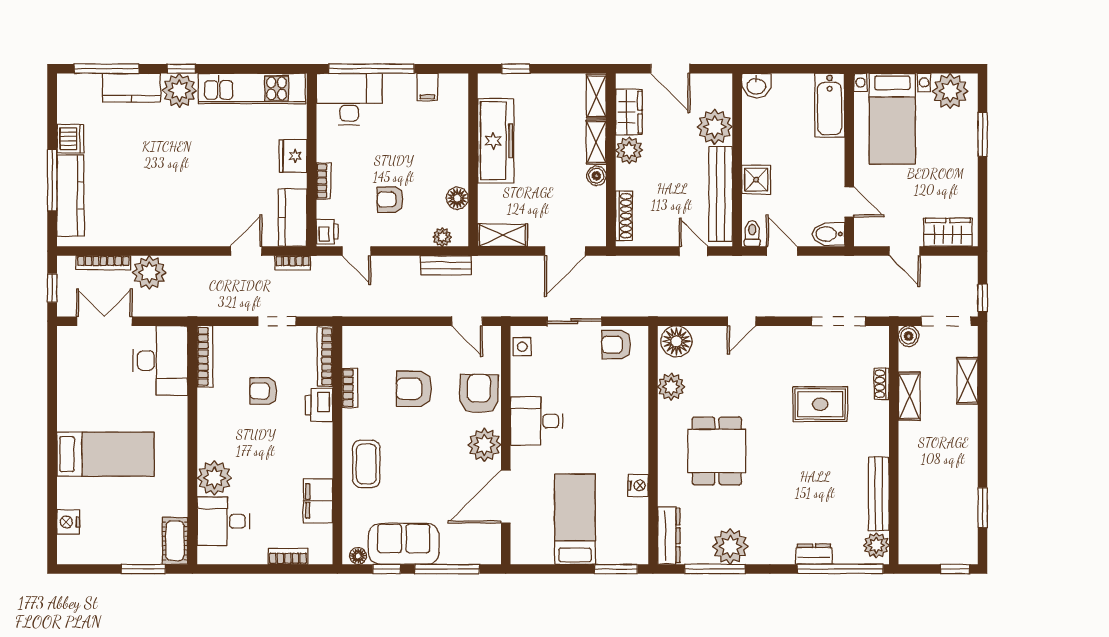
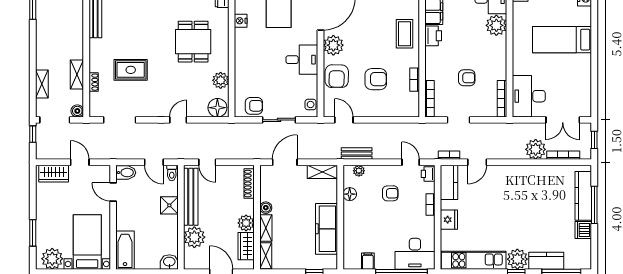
printer: (319, 405) -> (433, 36), moved

